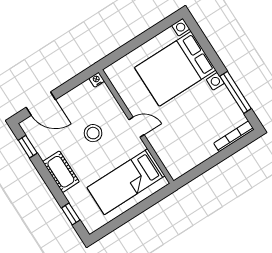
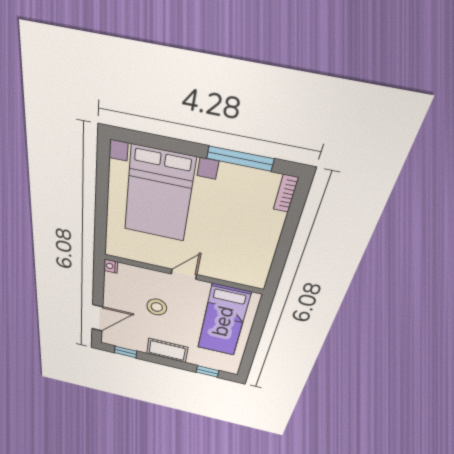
bookcase: (234, 136) -> (286, 193), width x0.64

